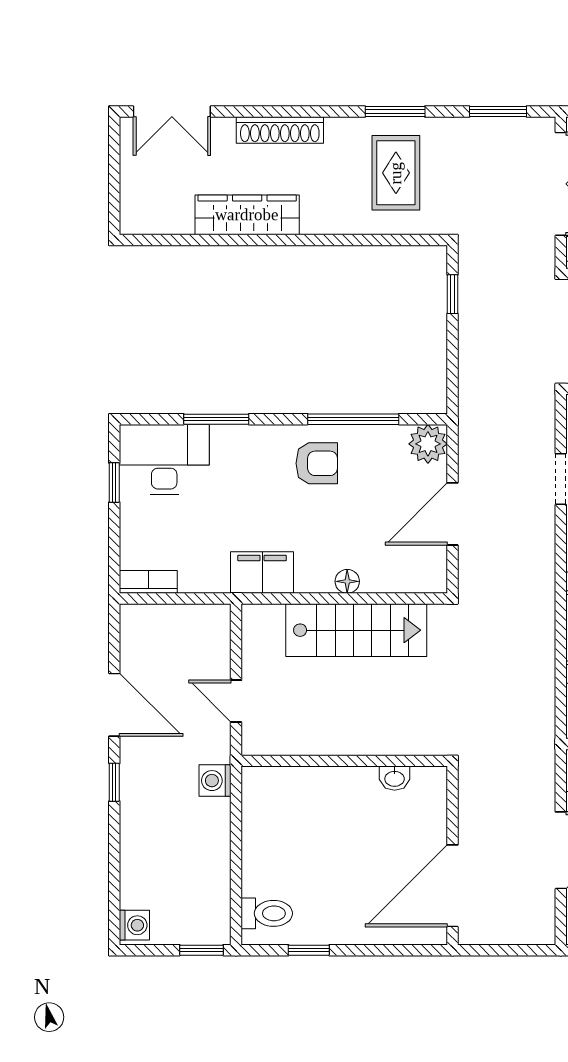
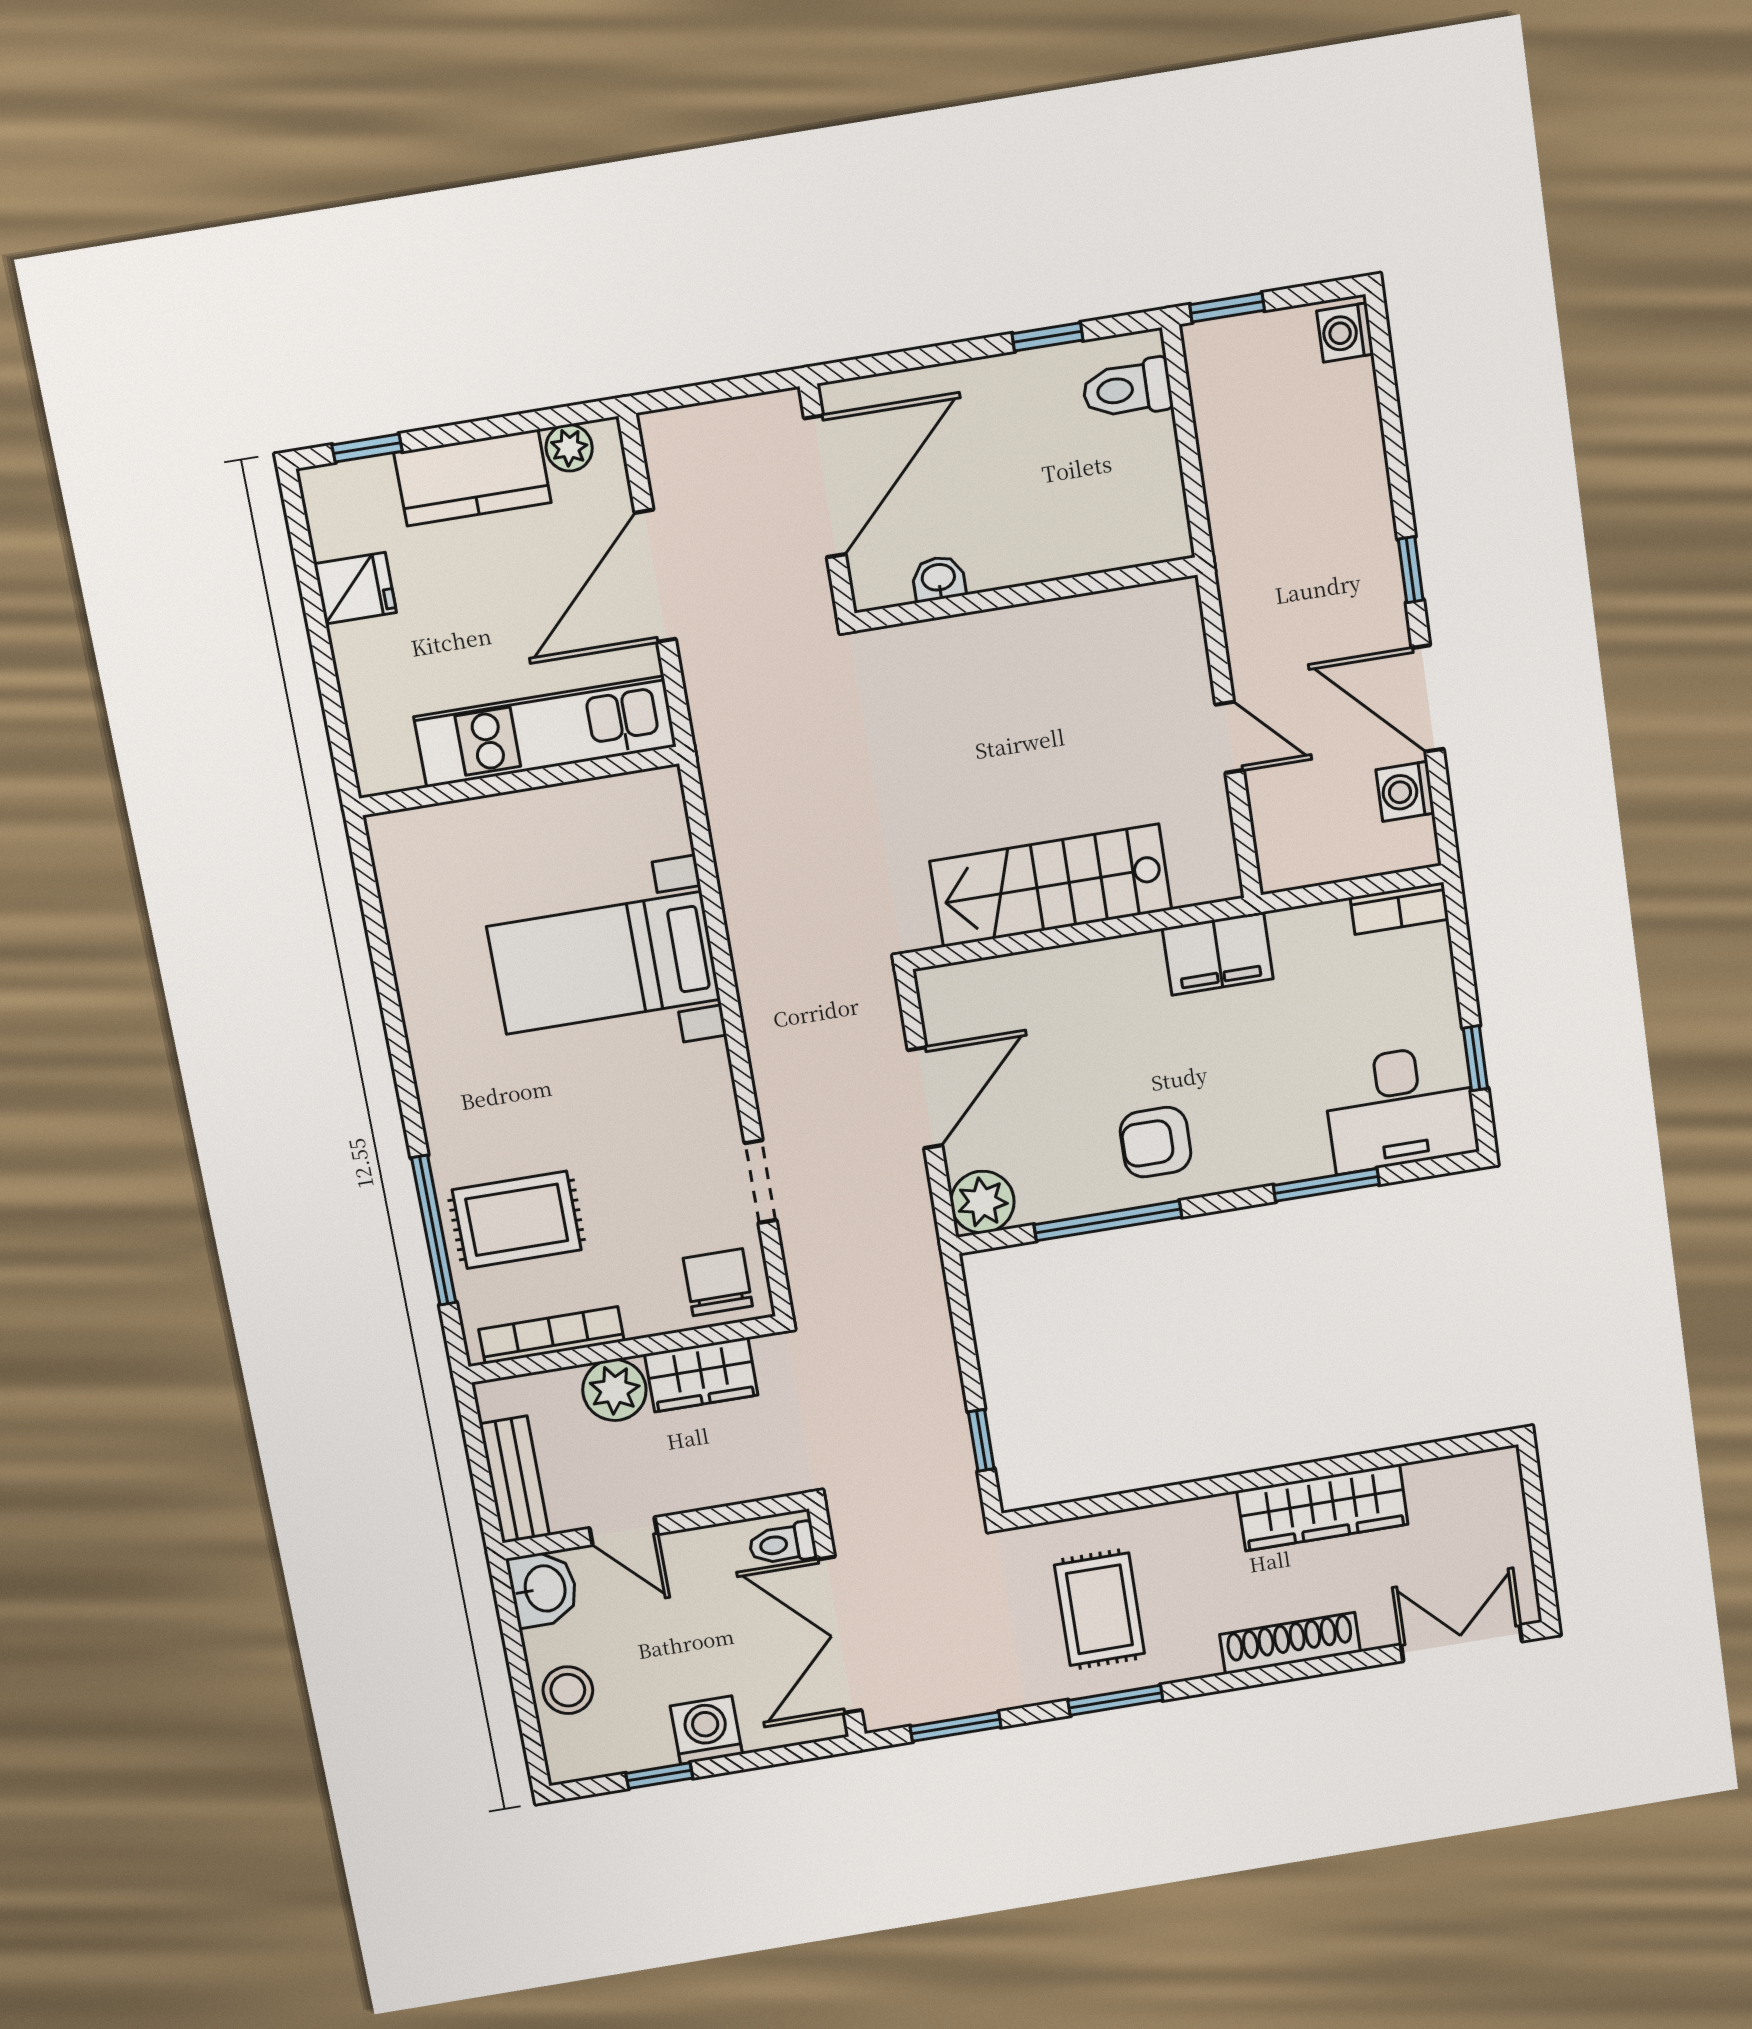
floor lamp: (347, 581) -> (1078, 962), removed
wall: (344, 761) -> (1026, 594), moved
washbasin: (395, 778) -> (939, 579), moved
washing machine: (215, 781) -> (1405, 791), moved, turned 180

